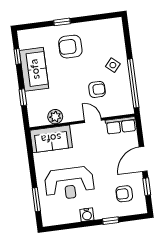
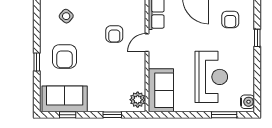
side table: (113, 65) -> (66, 16), moved
sofa: (34, 69) -> (65, 99), moved
armchair: (97, 89) -> (114, 34), turned 180
plant: (55, 117) -> (138, 100), moved
water cooler: (87, 215) -> (247, 102), moved

